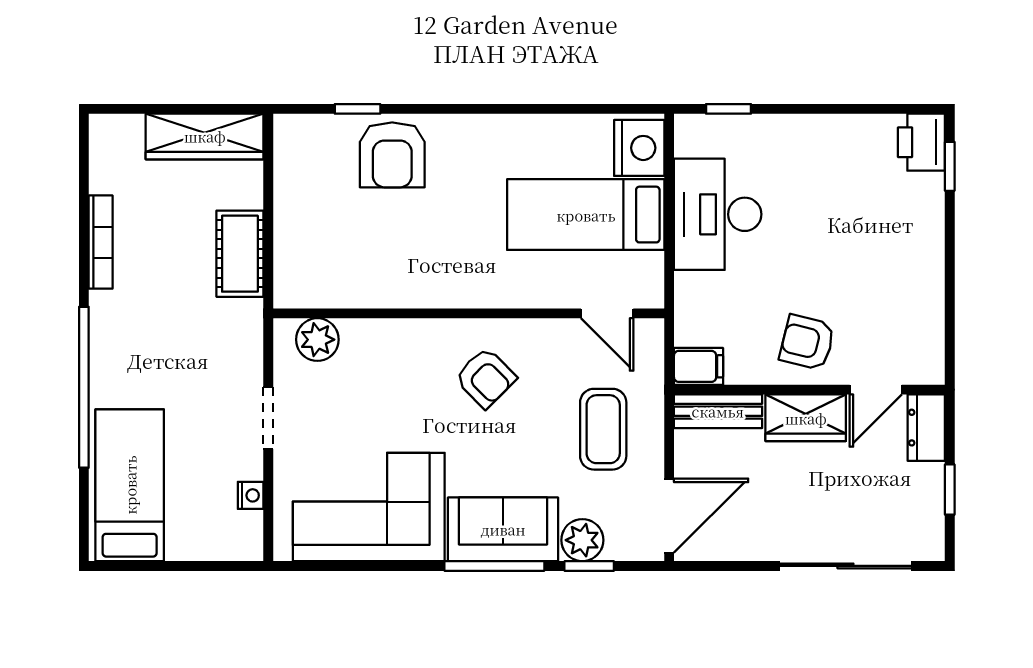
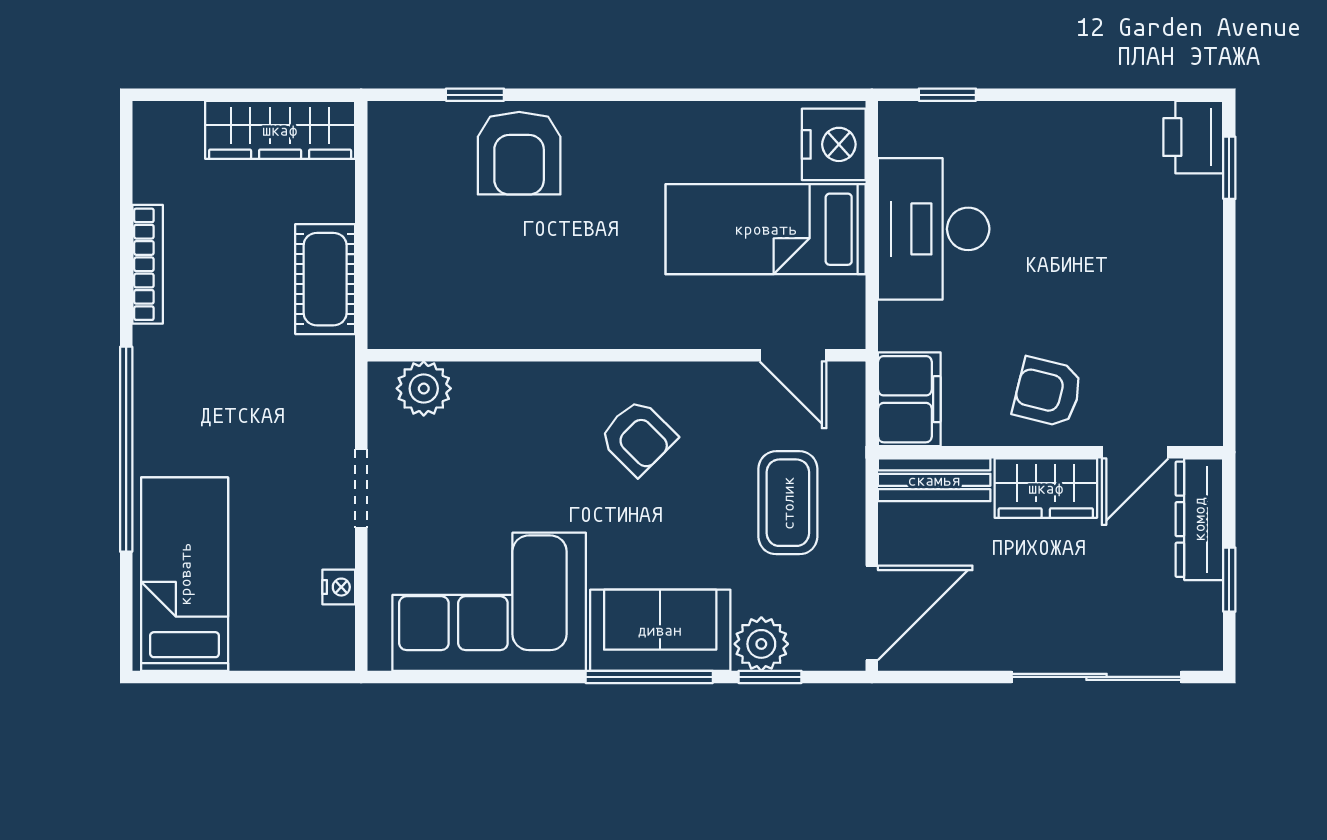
filing cabinet: (698, 366) -> (909, 399), width x2.00
dresser: (926, 428) -> (1199, 519), width x1.44

